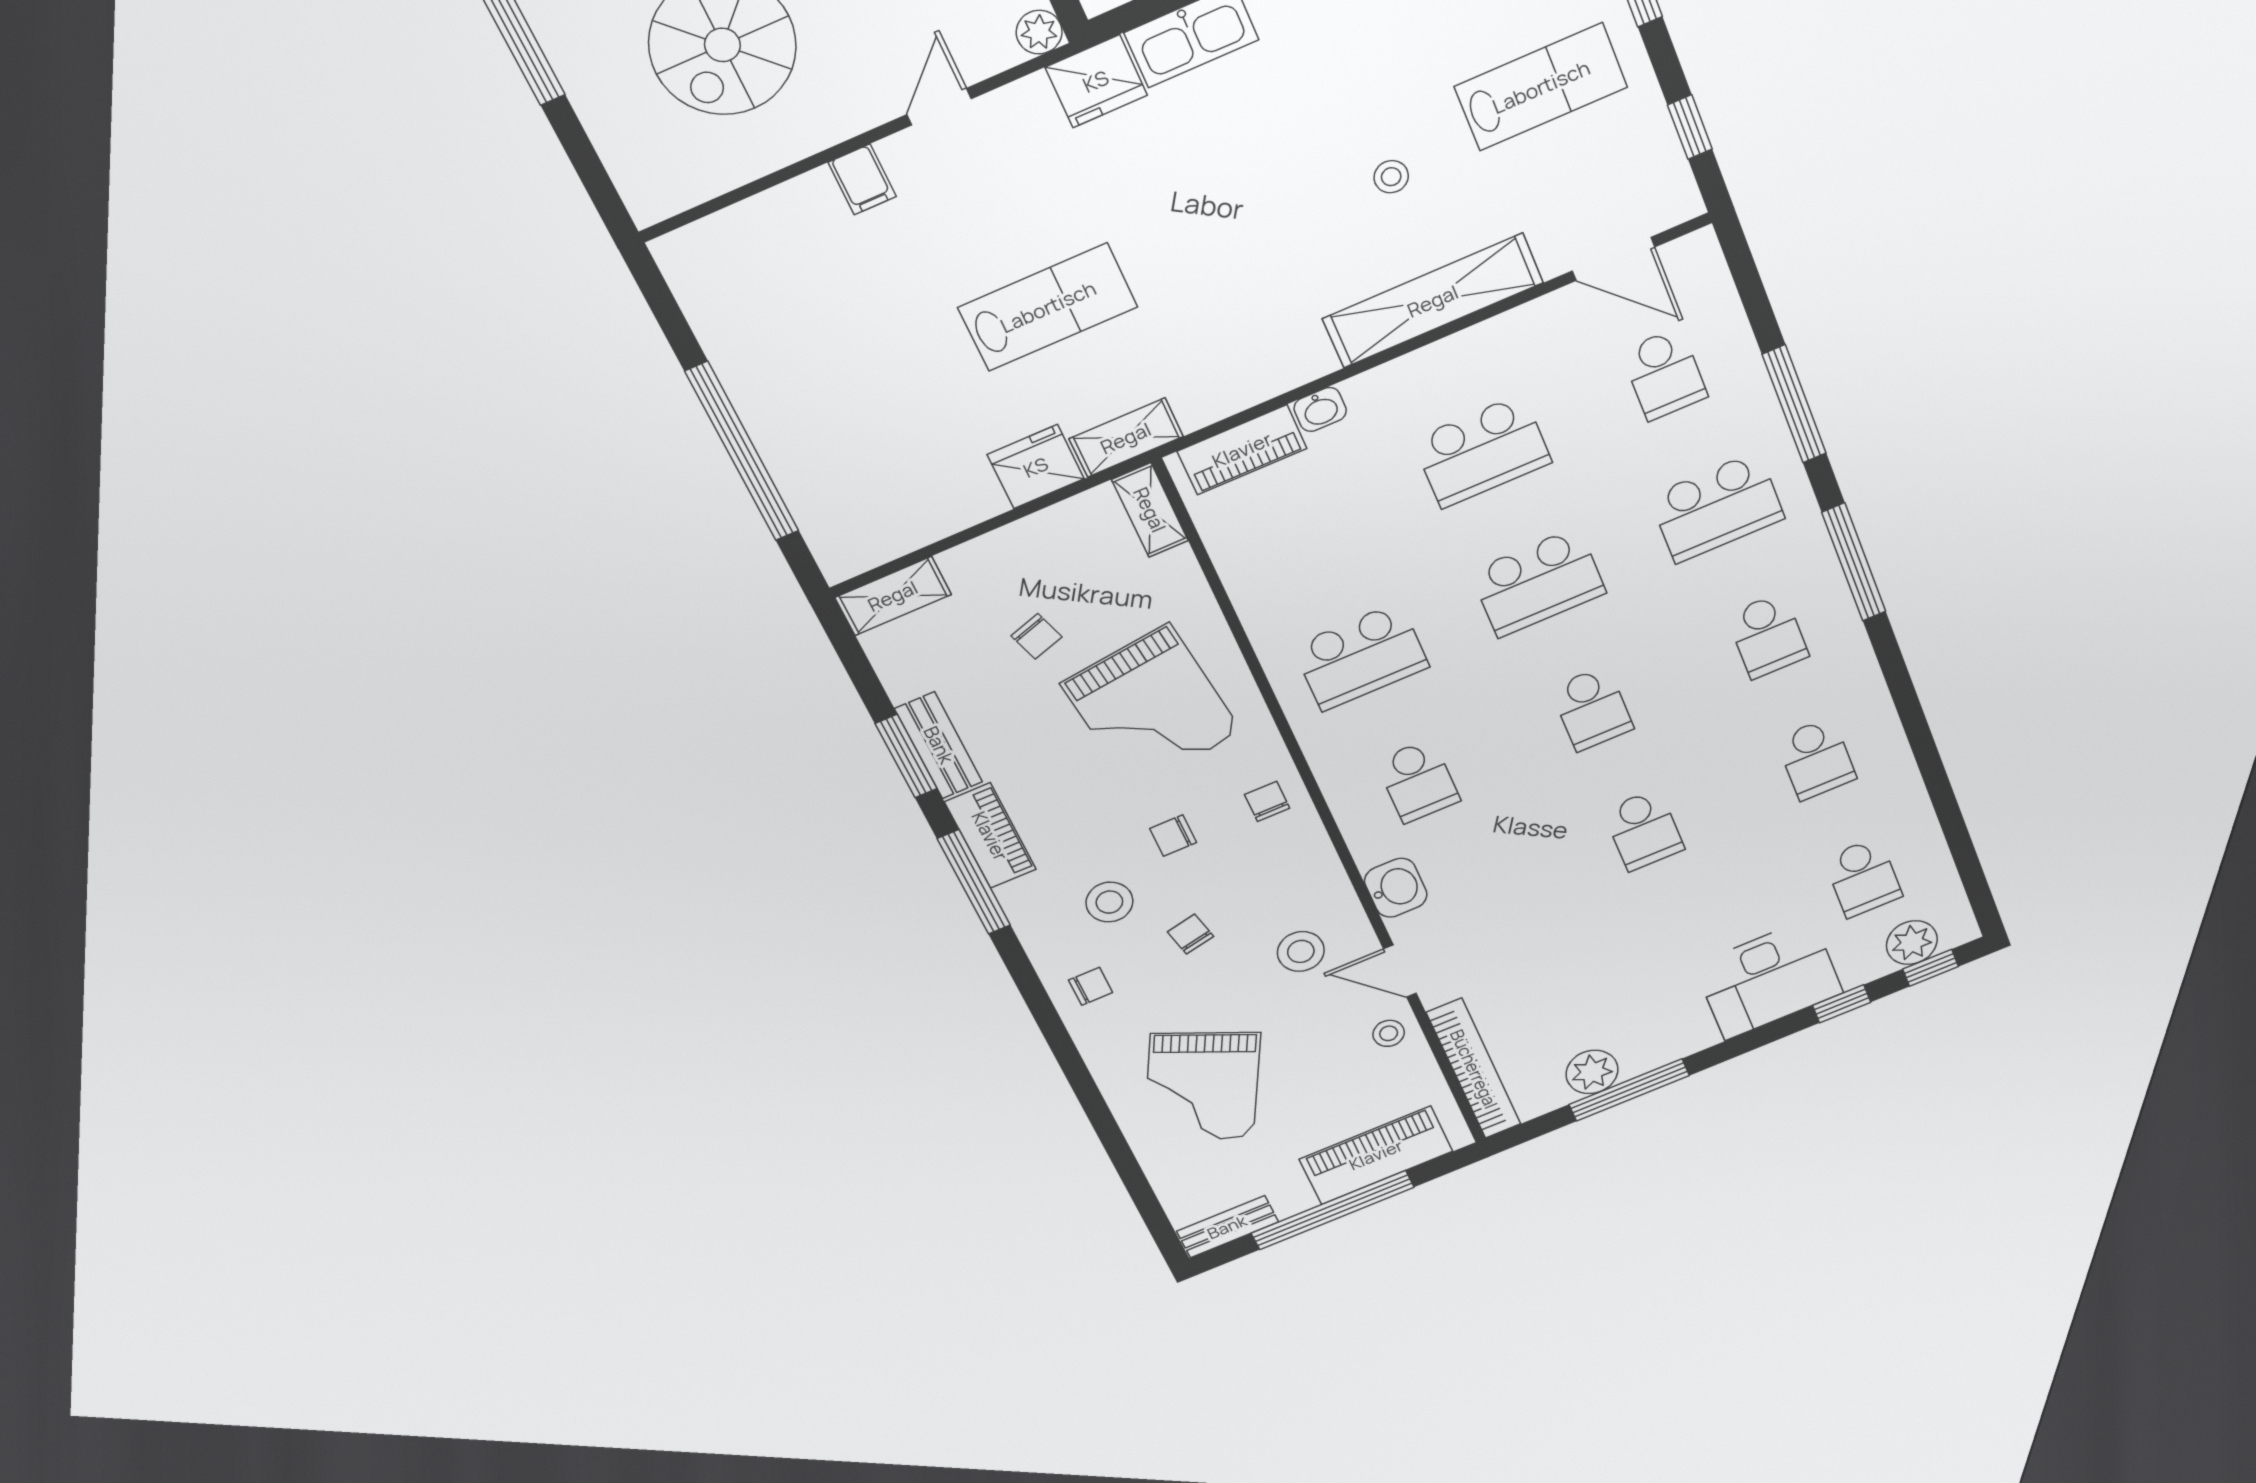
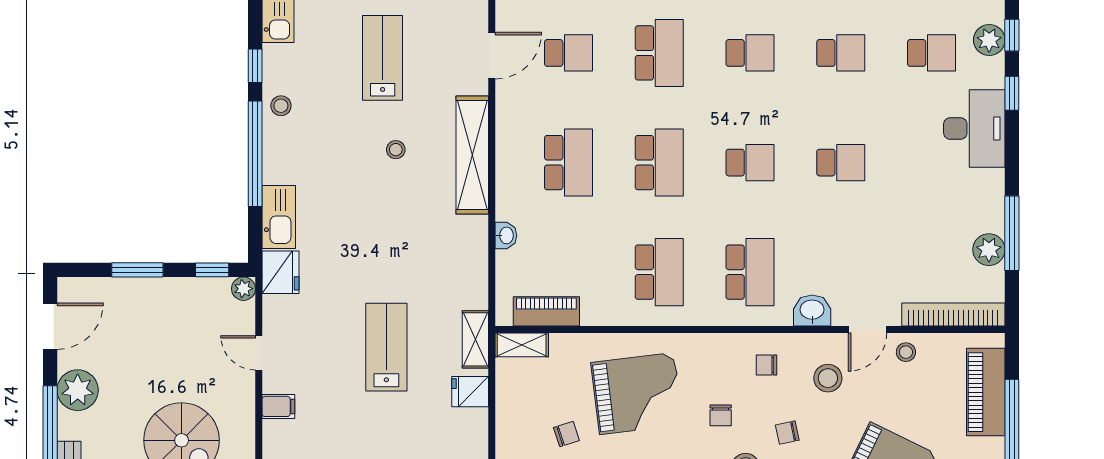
piano: (1242, 450) -> (546, 311), moved, turned -90
fridge: (1036, 467) -> (470, 392), width x0.72
school desk: (1418, 781) -> (750, 272), width x1.85
chair: (1267, 801) -> (766, 365), moved

